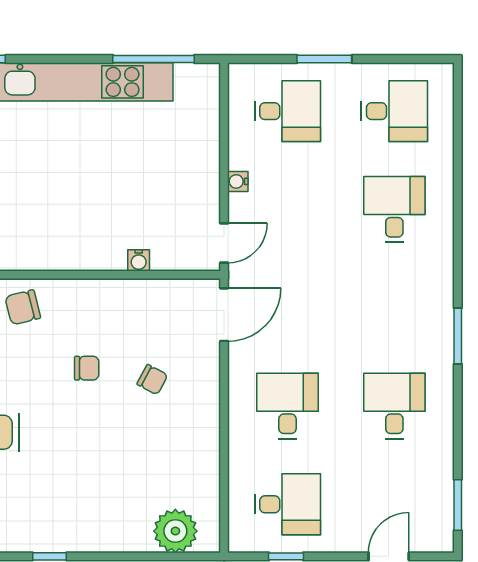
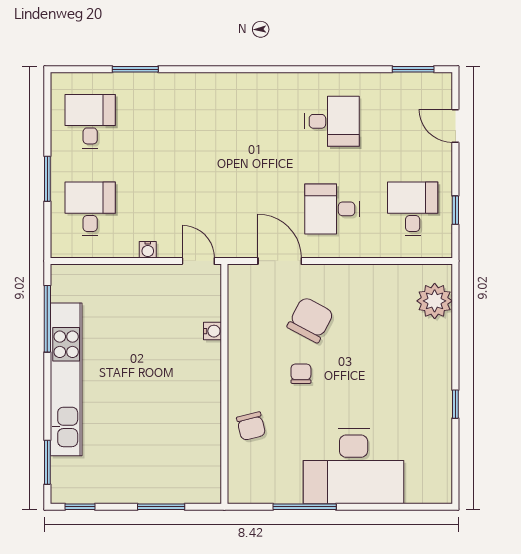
desk: (394, 209) -> (171, 121), removed
door: (224, 315) -> (280, 261), moved
window: (458, 336) -> (135, 69), moved
chair: (152, 380) -> (310, 320), width x1.87, depth x1.87
desk: (394, 406) -> (332, 121), turned 180

